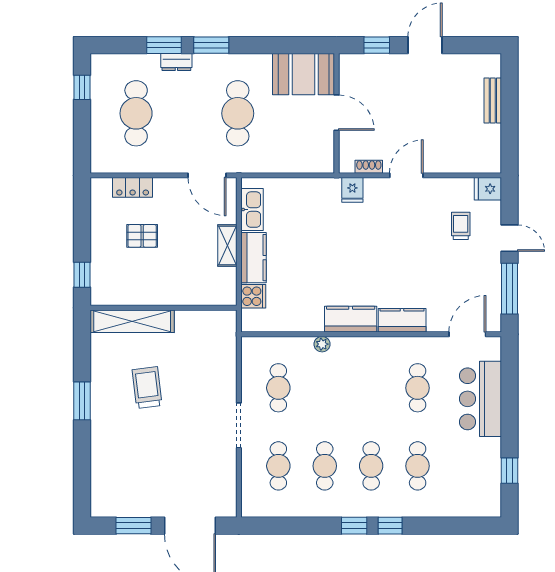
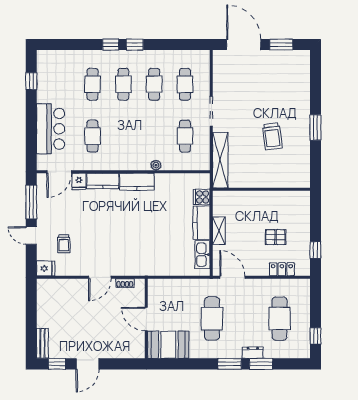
window: (377, 45) -> (57, 364), moved
bench: (493, 100) -> (42, 343), moved
fridge: (352, 190) -> (79, 181), moved, turned 180
window: (82, 275) -> (315, 250), moved
shelving: (132, 321) -> (220, 160), moved, turned 90

